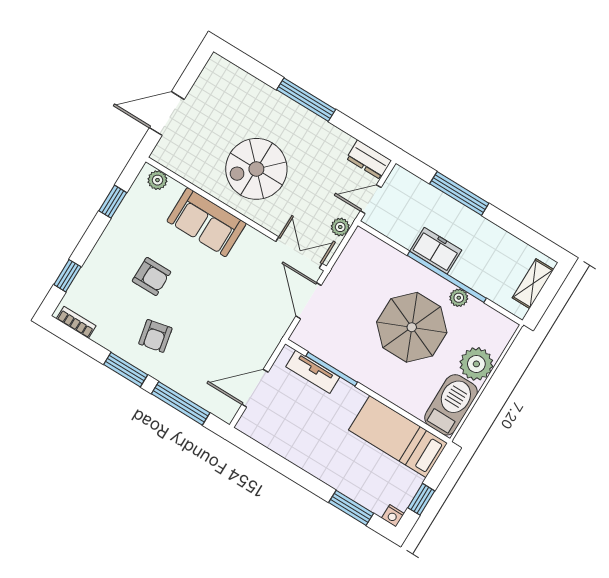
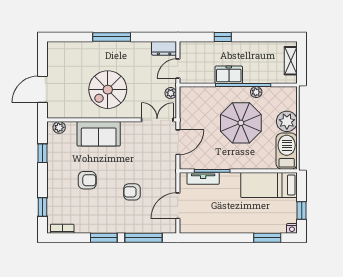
window: (459, 194) -> (223, 37), width x0.46
door: (309, 301) -> (178, 142), swing flipped
armchair: (155, 336) -> (132, 192), moved, turned 102

